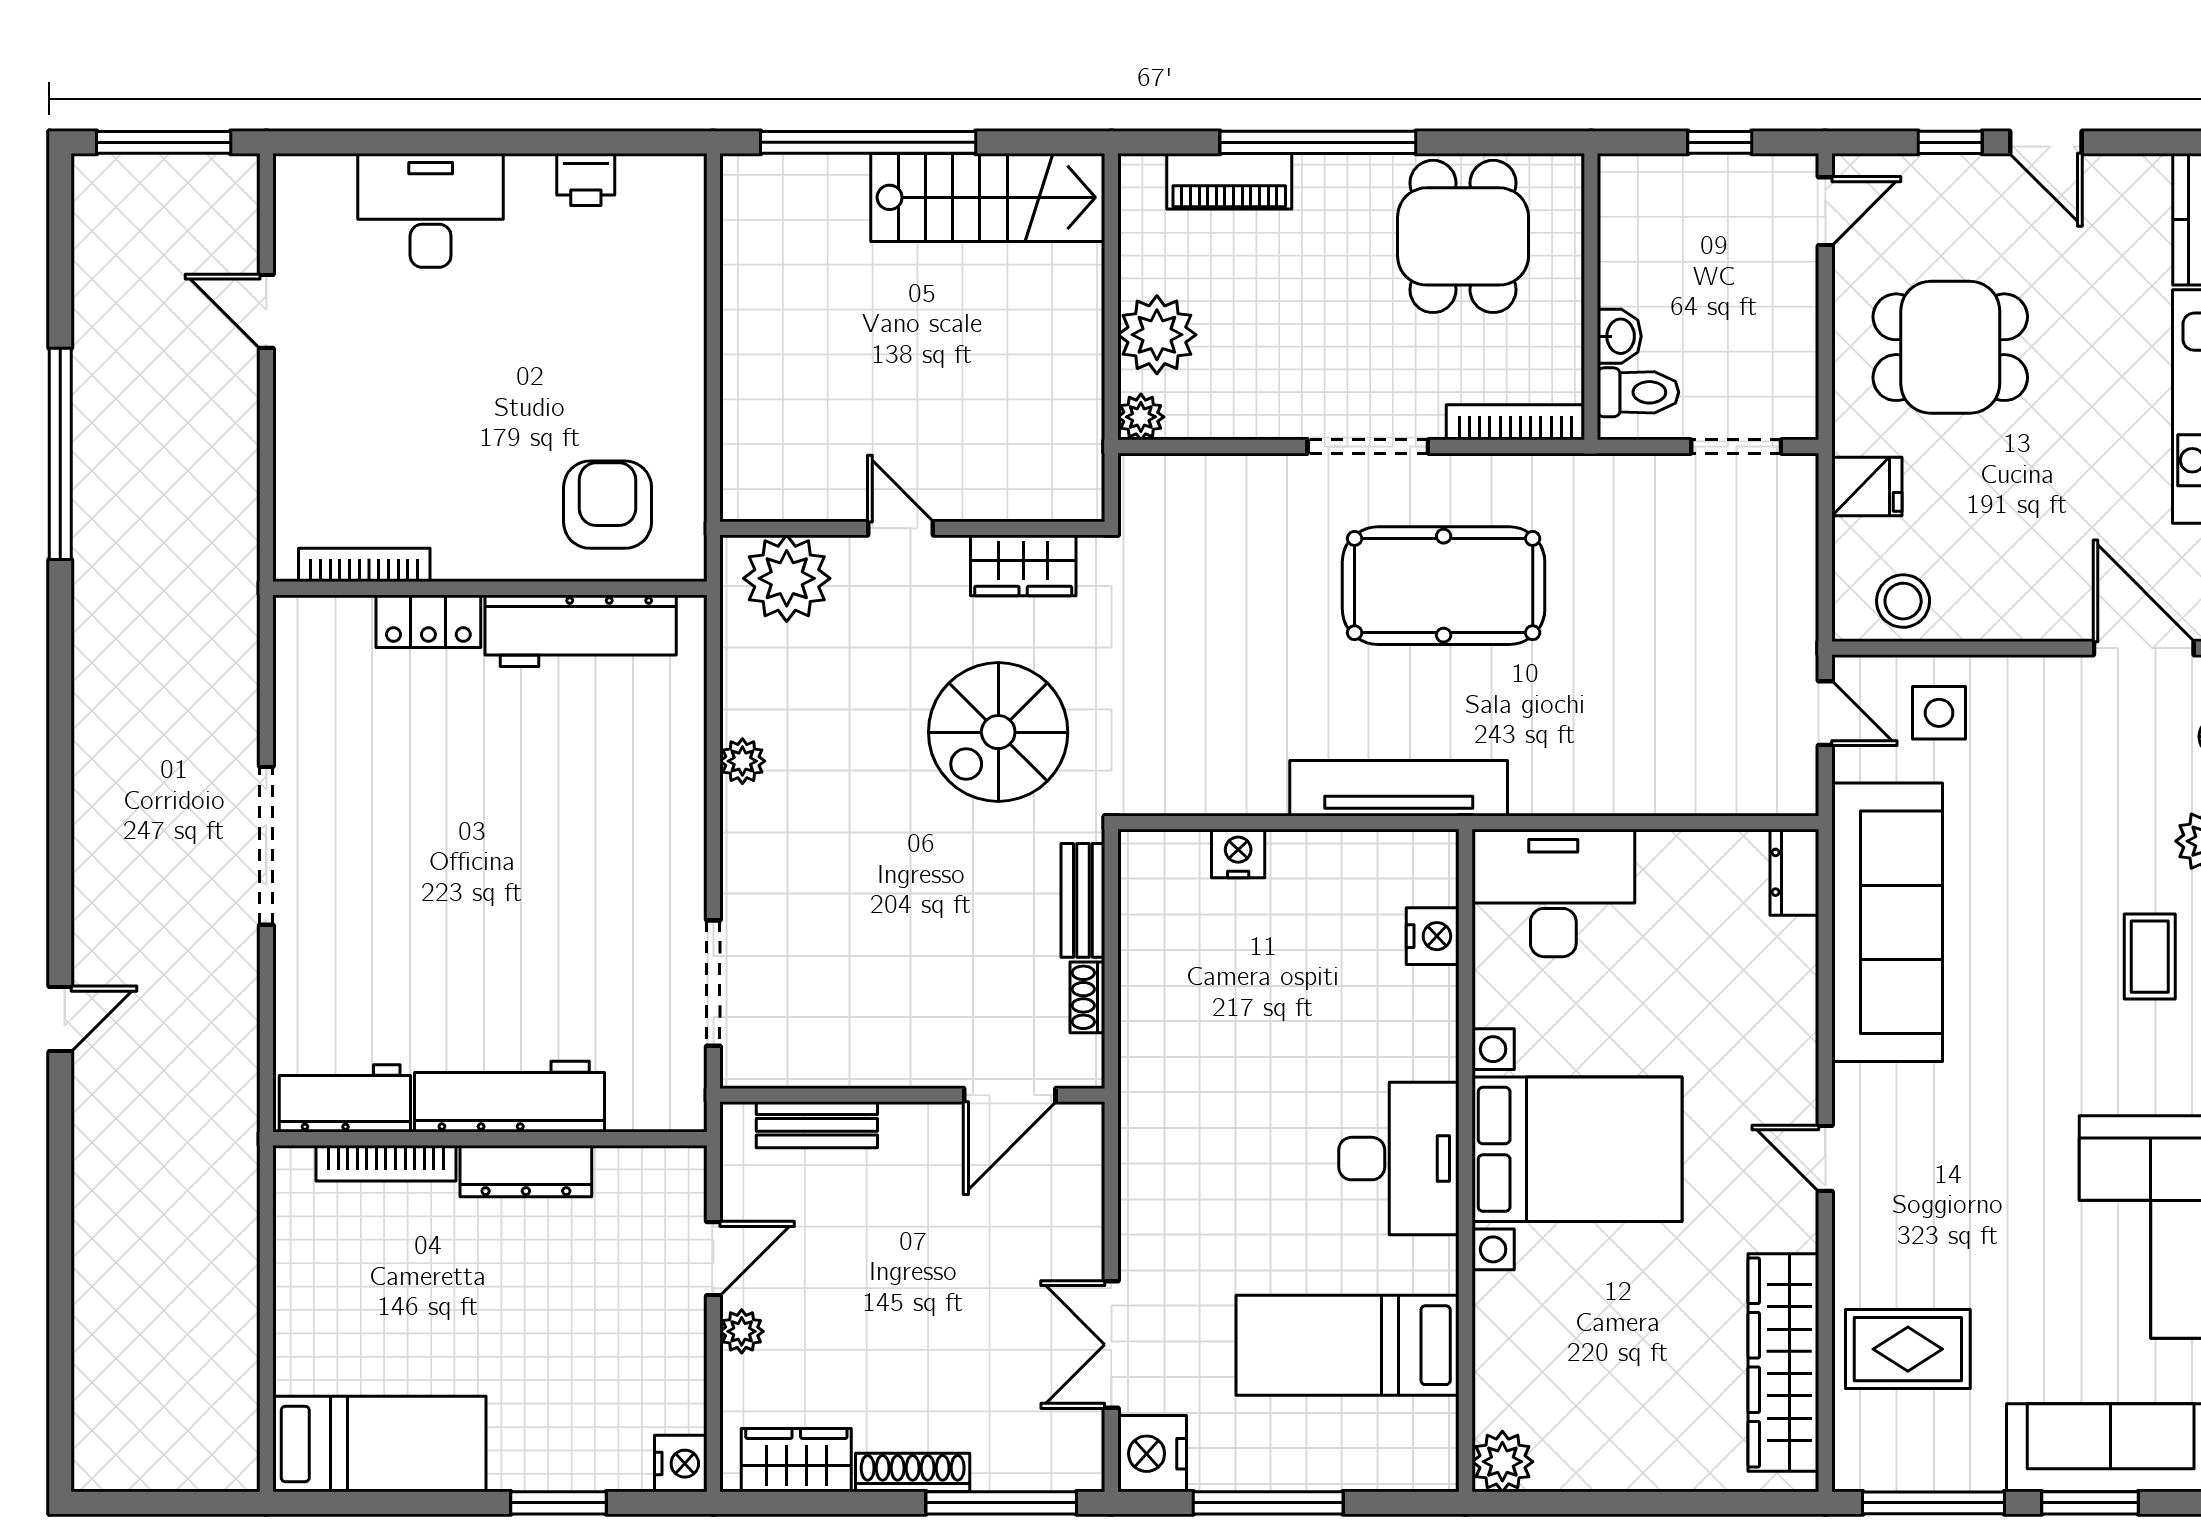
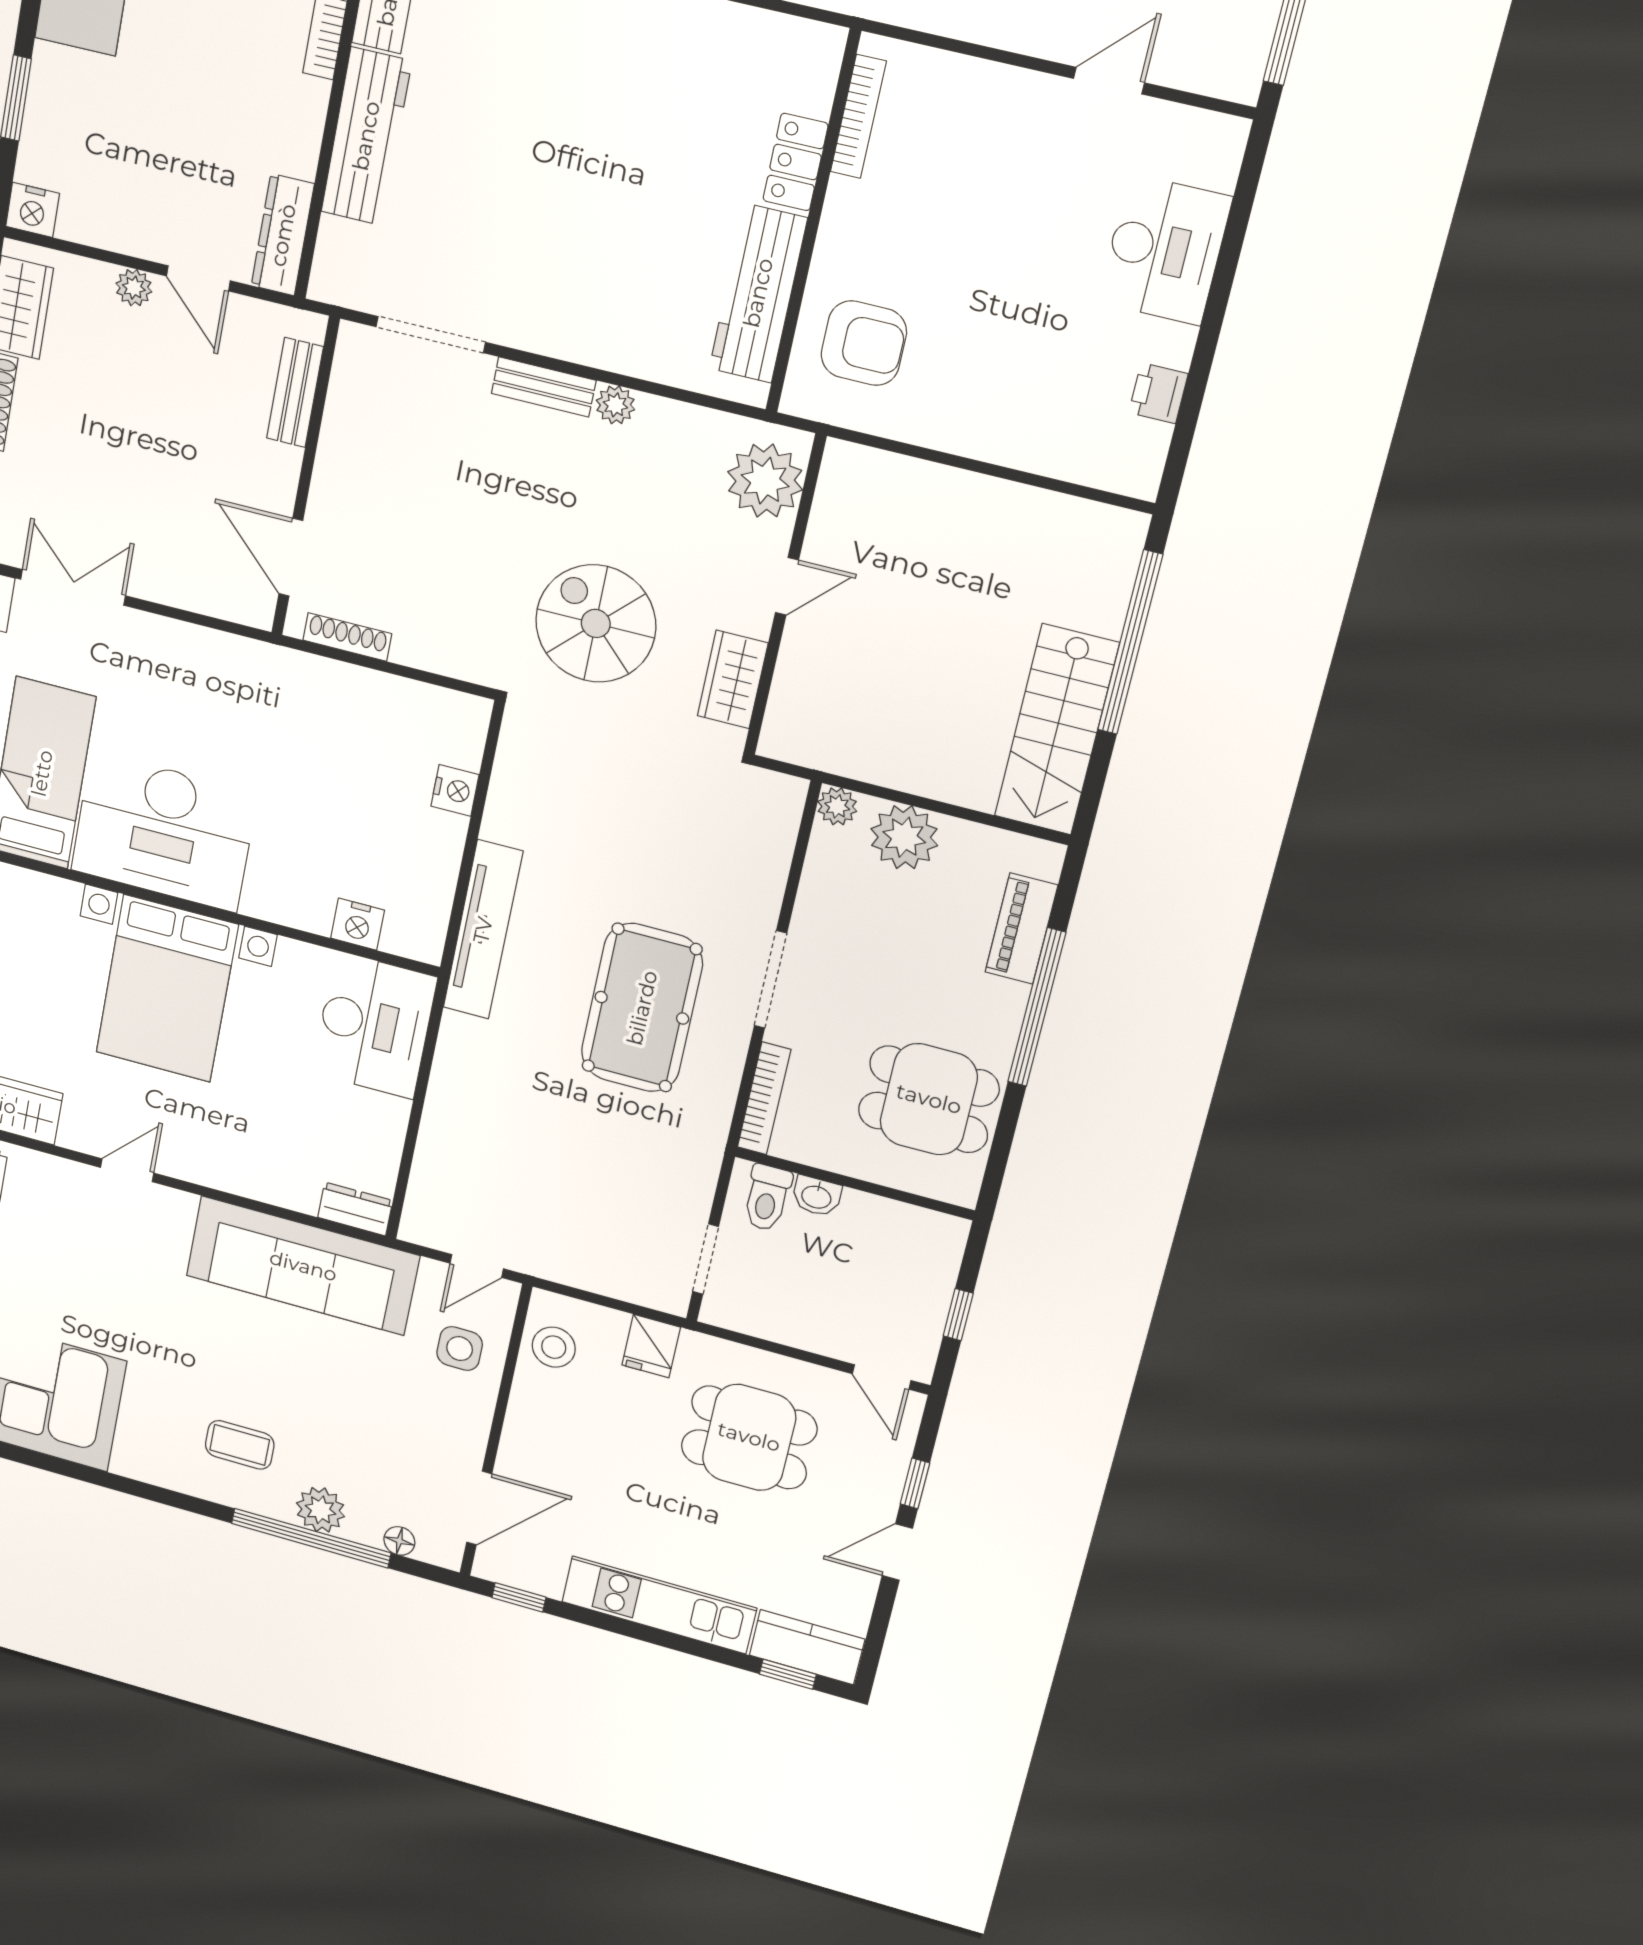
dining table: (1950, 347) -> (749, 1437), turned 90
bench: (1083, 900) -> (544, 387), moved
shoe rack: (1087, 997) -> (347, 637), width x1.43
desk: (1399, 1159) -> (164, 832), width x1.36, depth x1.30
dresser: (526, 1171) -> (283, 235), moved

